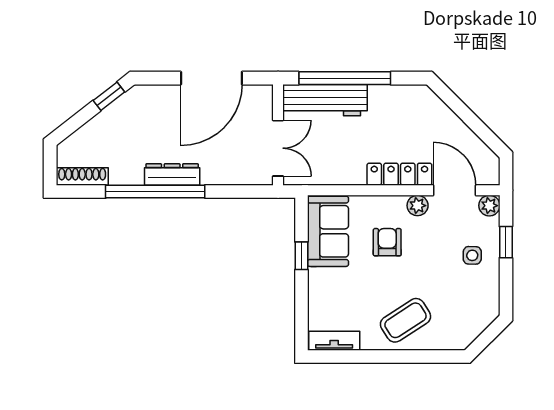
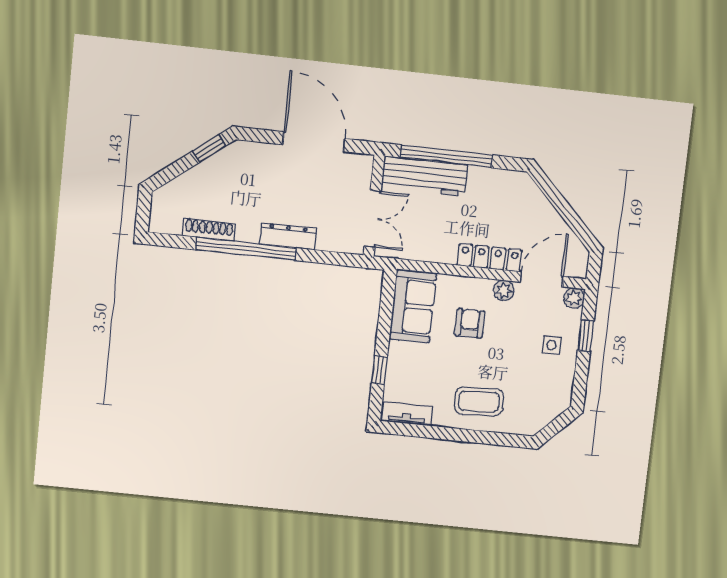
door: (211, 78) -> (314, 142), swing flipped
dresser: (172, 175) -> (288, 236), moved
shoe rack: (82, 177) -> (209, 230), moved
door: (454, 190) -> (542, 279), hinge flipped
window: (301, 256) -> (379, 370), moved
coffee table: (405, 320) -> (479, 401), turned 30

